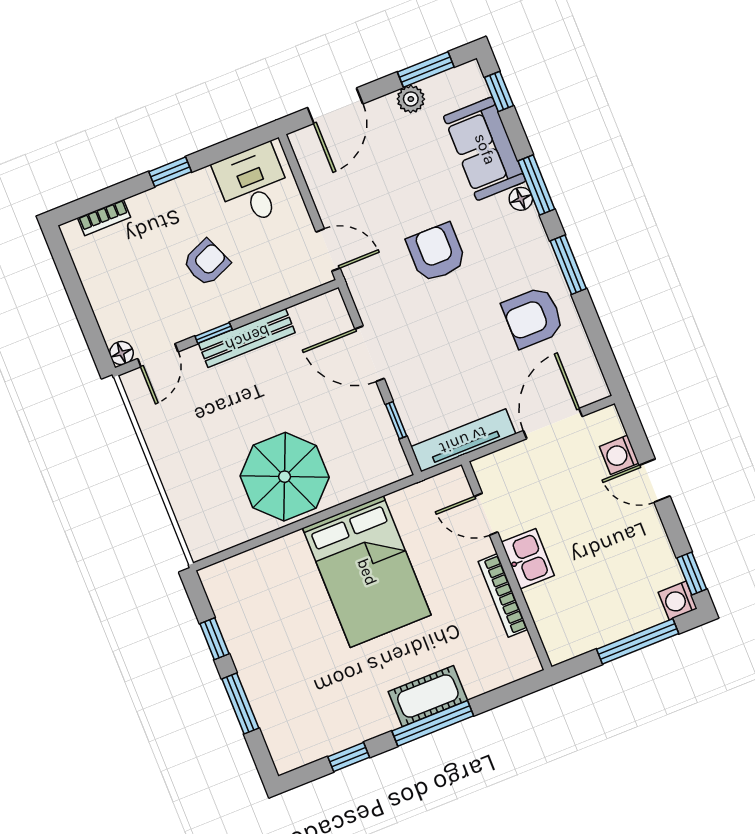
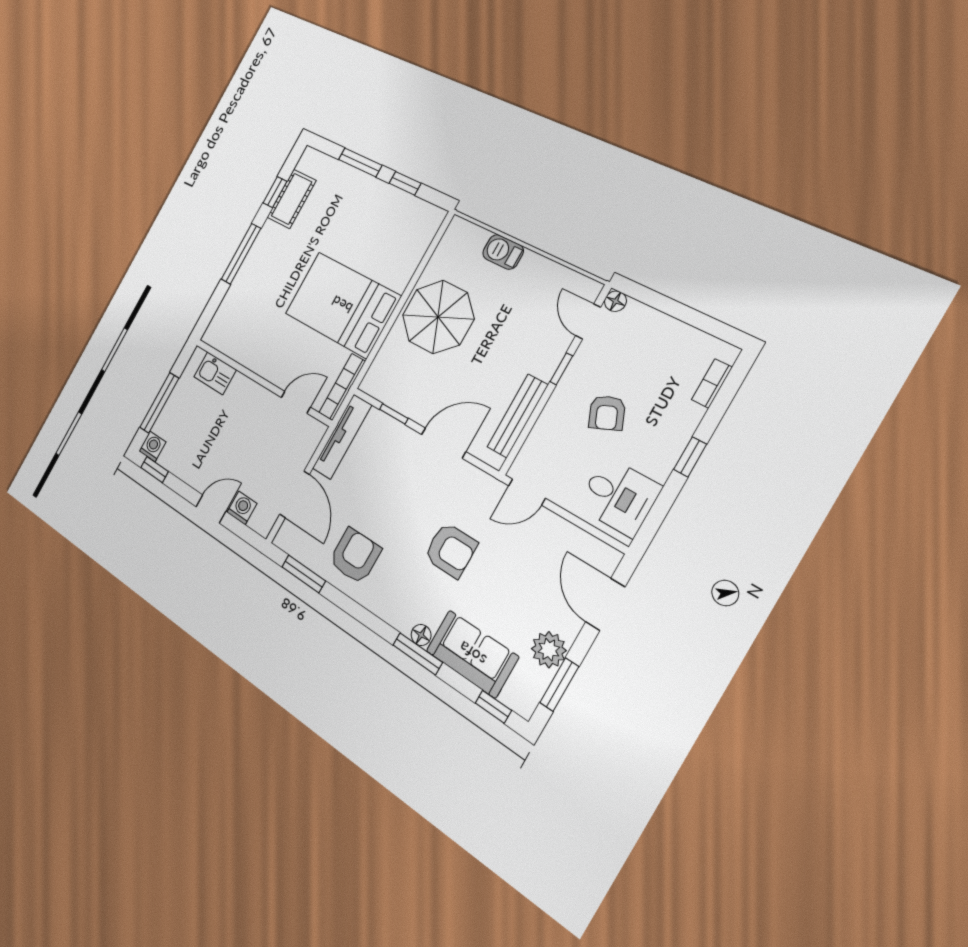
plant: (411, 99) -> (549, 650), width x1.38, depth x1.38
window: (568, 265) -> (304, 574), moved
bench: (247, 338) -> (518, 416), moved
barbecue: (179, 485) -> (503, 252), added
kitchen sink: (528, 559) -> (215, 373), moved
bookcase: (503, 595) -> (342, 387), moved, turned -90
cot: (428, 696) -> (292, 199), moved

